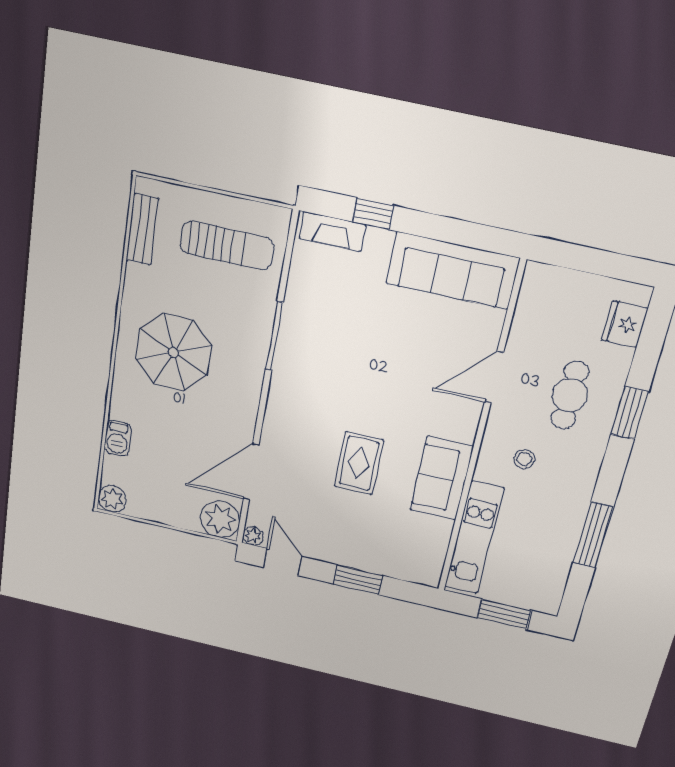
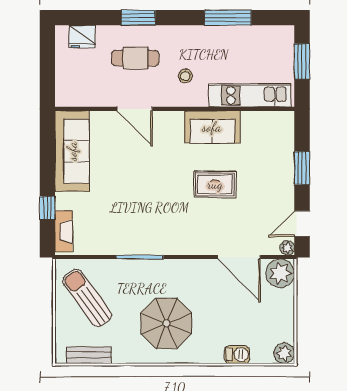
sun lounger: (227, 246) -> (87, 298), turned -36

